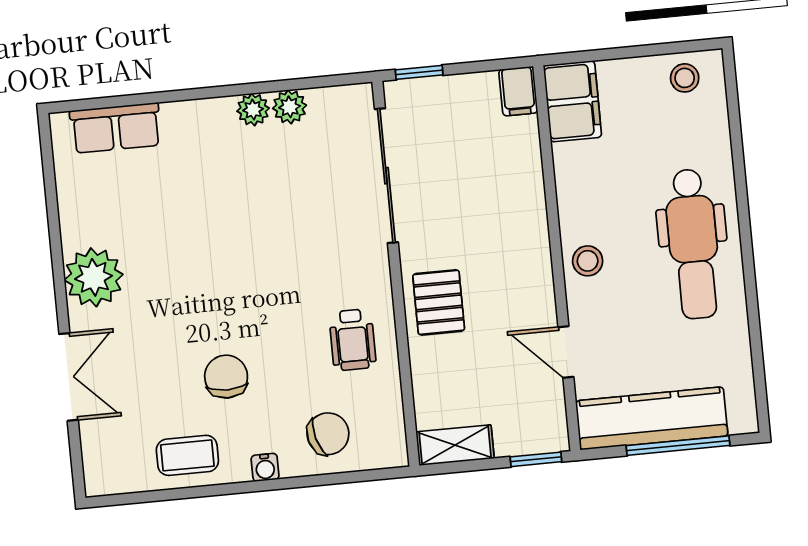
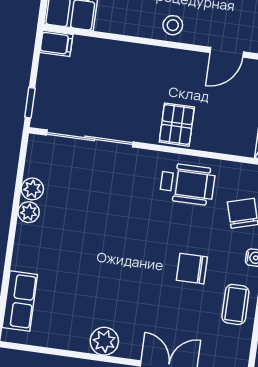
plant: (94, 277) -> (104, 341), width x0.73, depth x0.73
pallet: (439, 302) -> (177, 125), turned 90
wheelchair: (353, 340) -> (187, 184), width x1.36, depth x1.37

